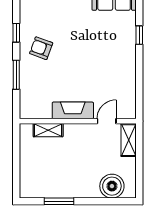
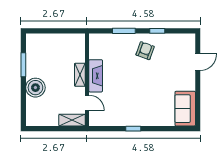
window: (139, 35) -> (133, 129), moved
shelving: (48, 130) -> (80, 75), moved
boiler: (112, 186) -> (35, 88), moved

